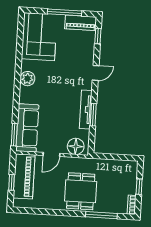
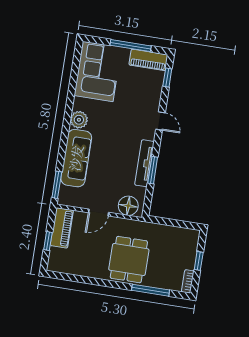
door: (96, 73) -> (160, 121), hinge flipped
sofa: (27, 128) -> (76, 158), moved
piano: (24, 176) -> (62, 228), width x0.73, depth x0.75

